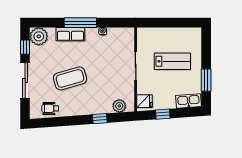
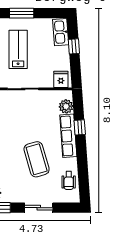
window: (206, 80) -> (22, 13), moved
sliding door: (25, 81) -> (39, 208), width x0.73
row of seats: (92, 108) -> (68, 136), added
window: (163, 114) -> (74, 46), moved

